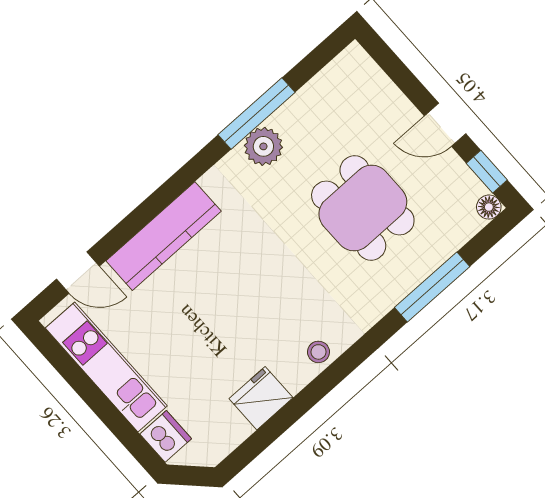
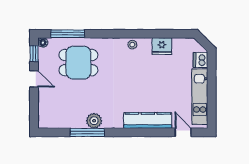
dining table: (363, 208) -> (78, 63), moved, turned 90
window: (432, 287) -> (68, 34), moved

